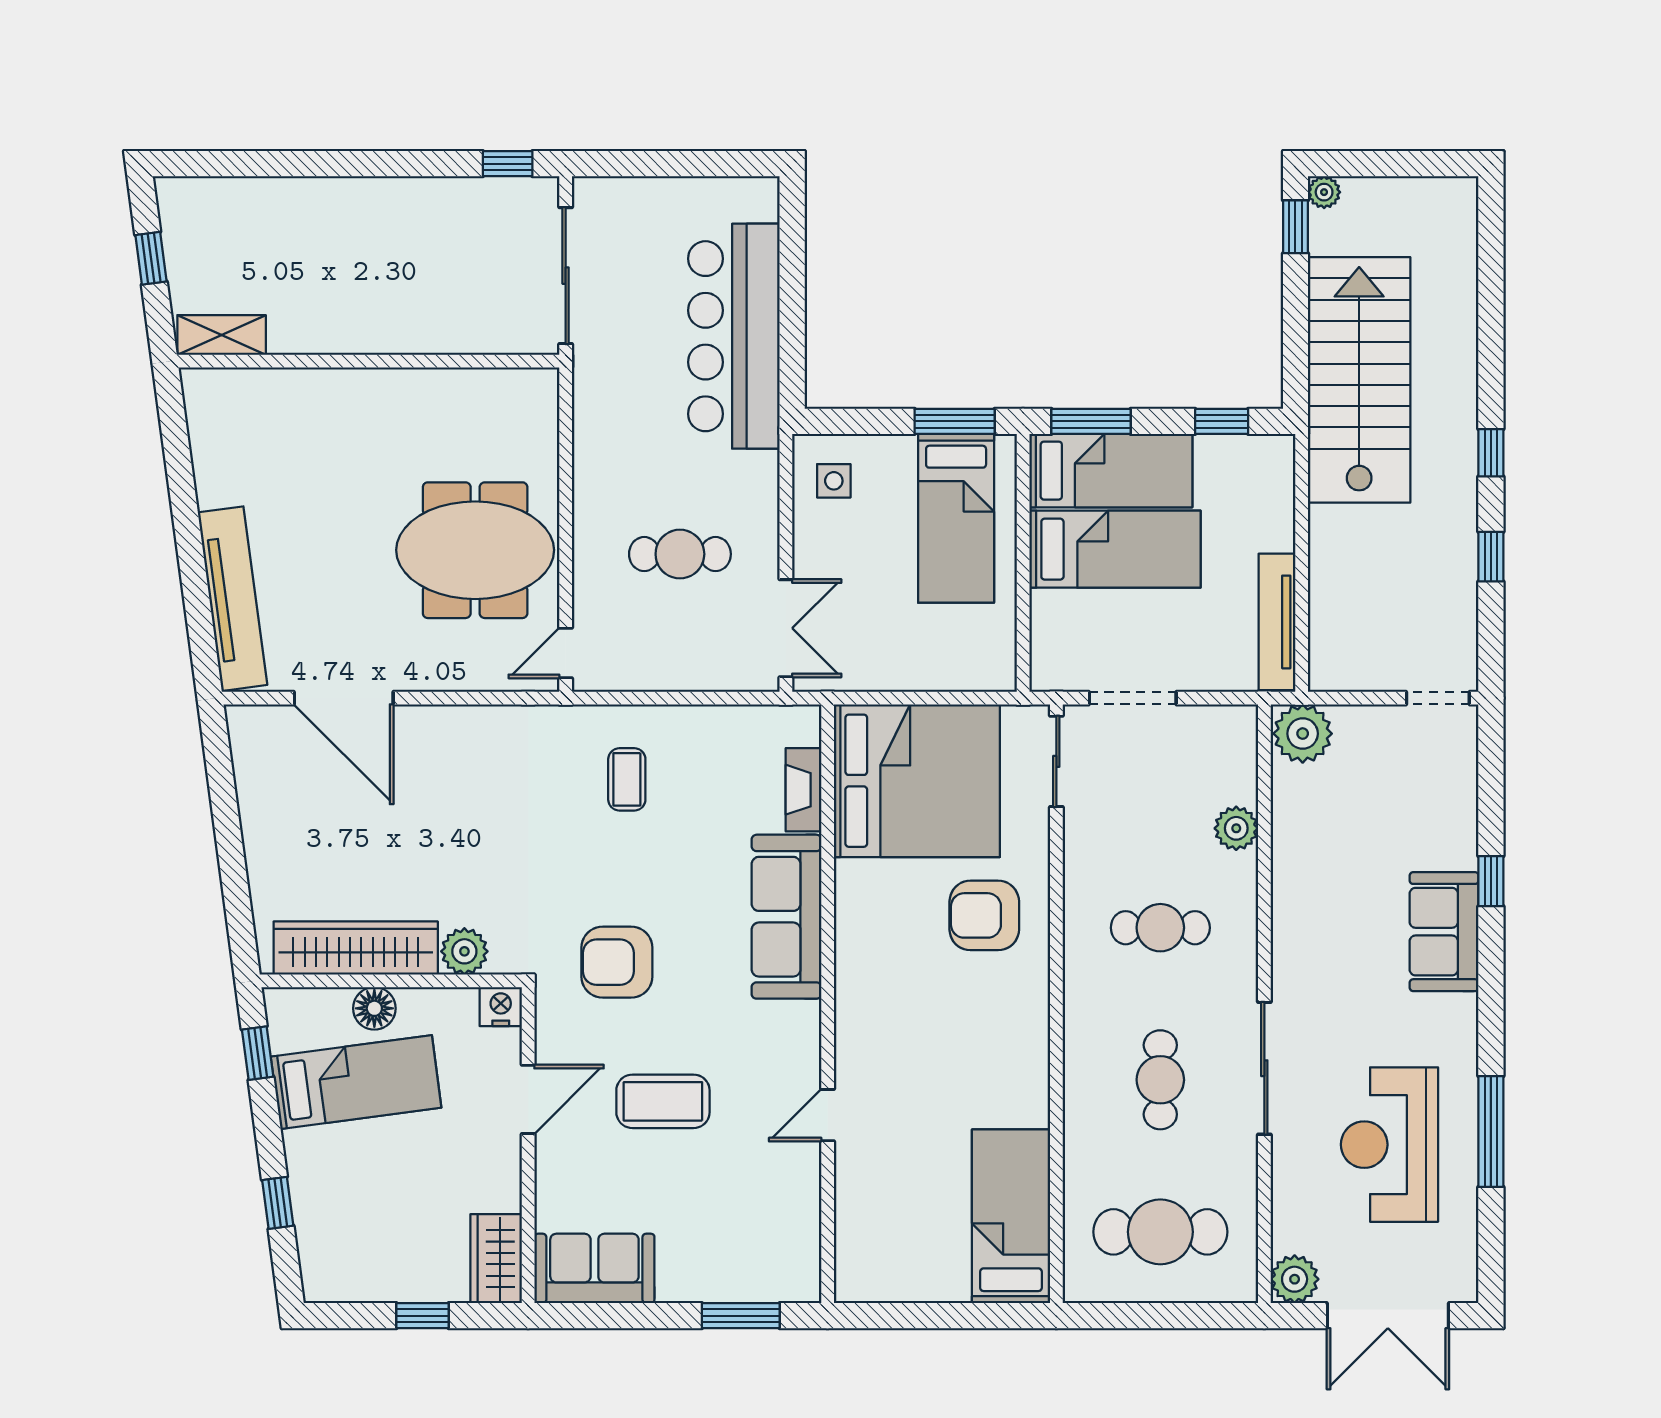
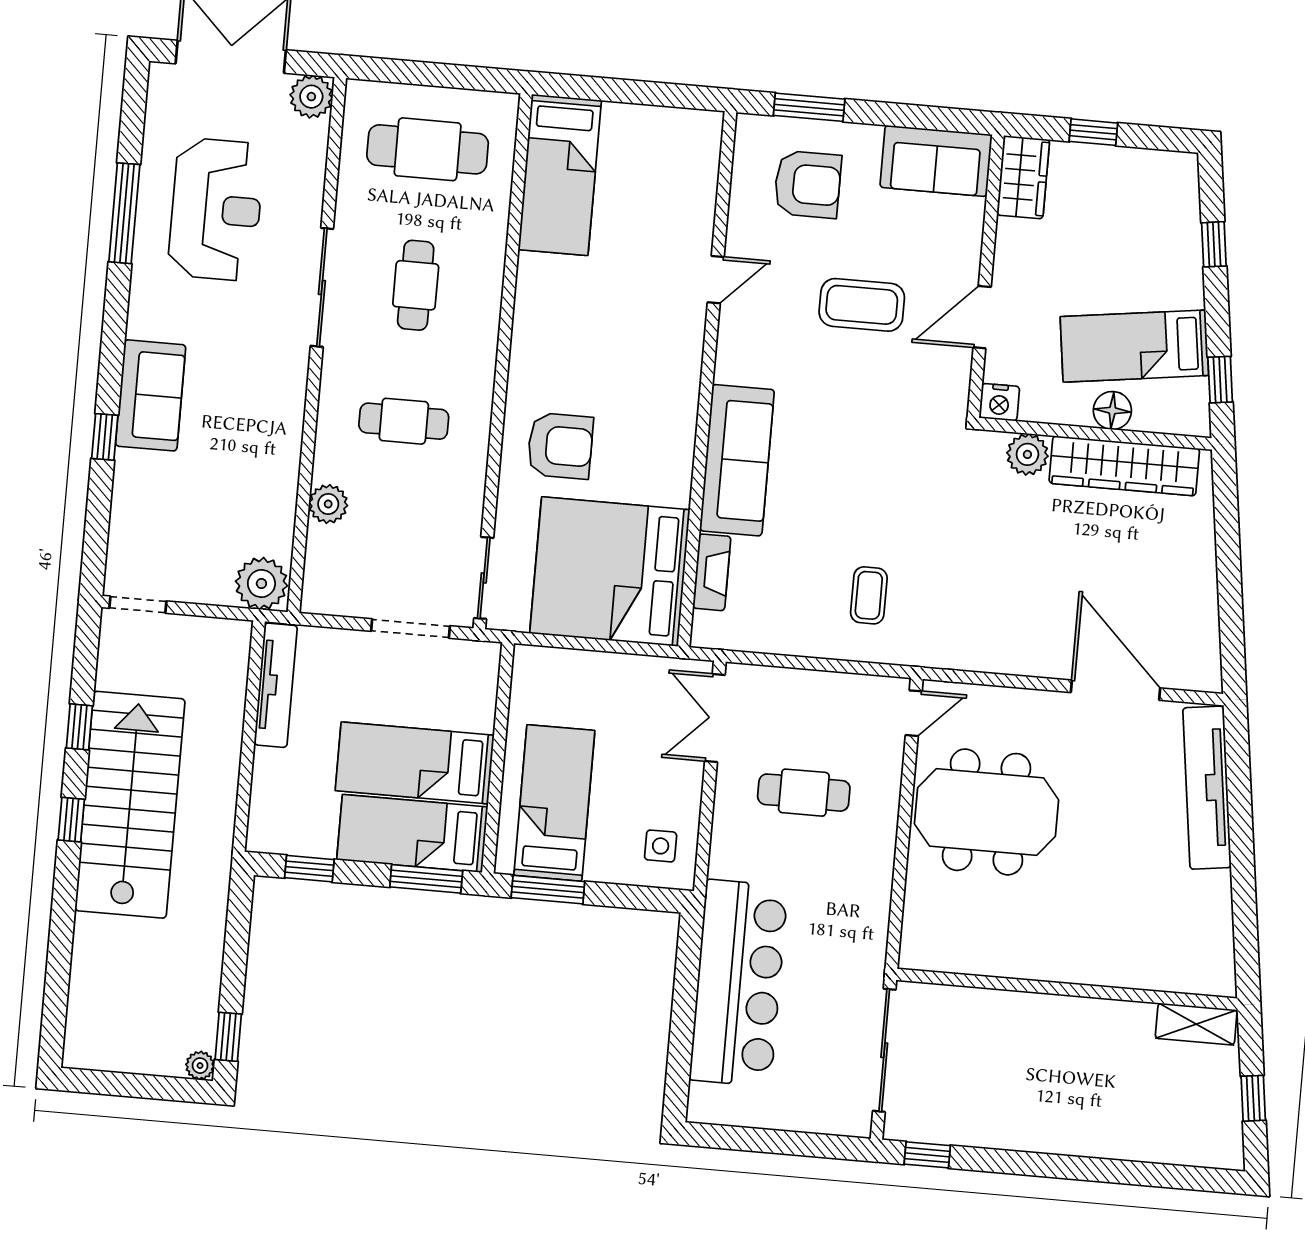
stairs: (1359, 380) -> (130, 805), moved, turned 180
armchair: (617, 962) -> (808, 184), moved

